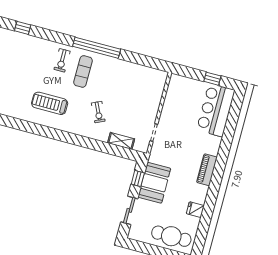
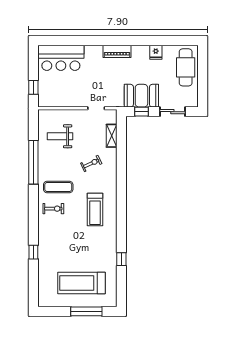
window: (97, 48) -> (33, 162), moved
window: (212, 79) -> (33, 87), moved
weight bench: (135, 87) -> (60, 136), added

